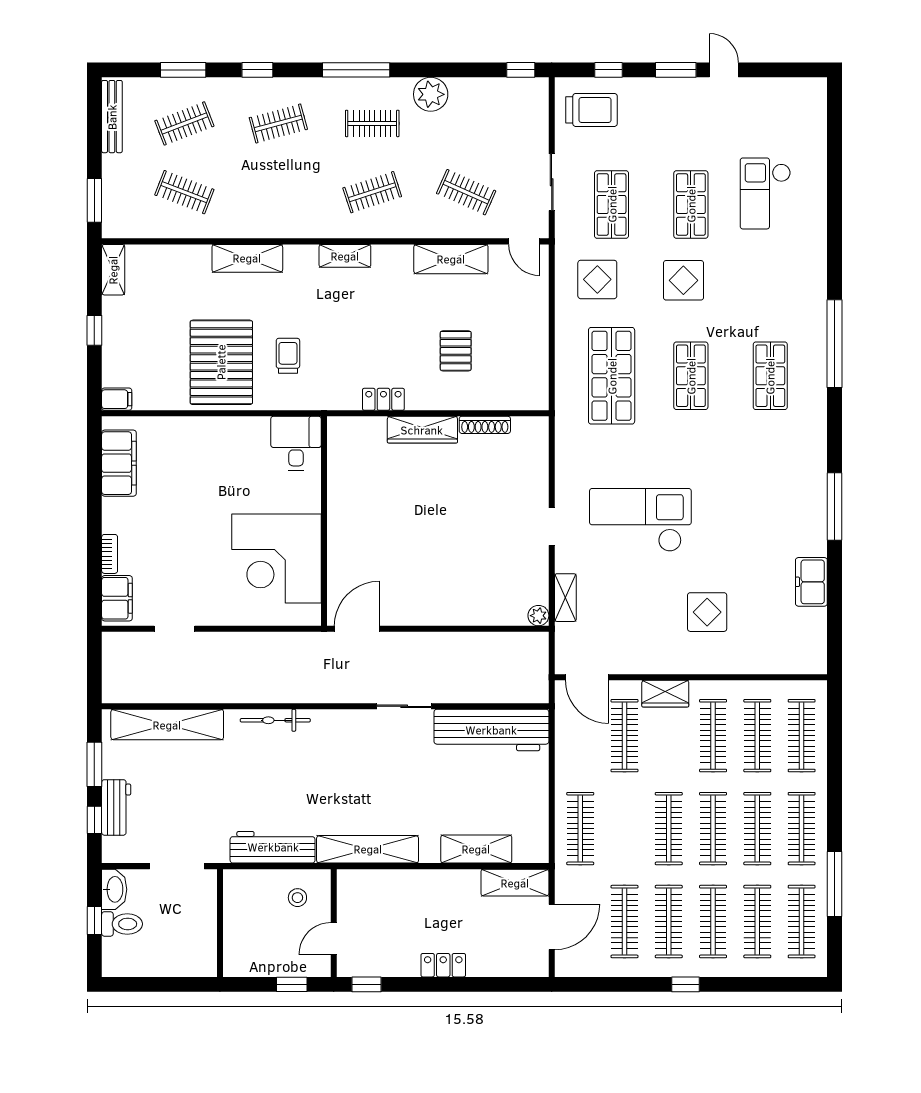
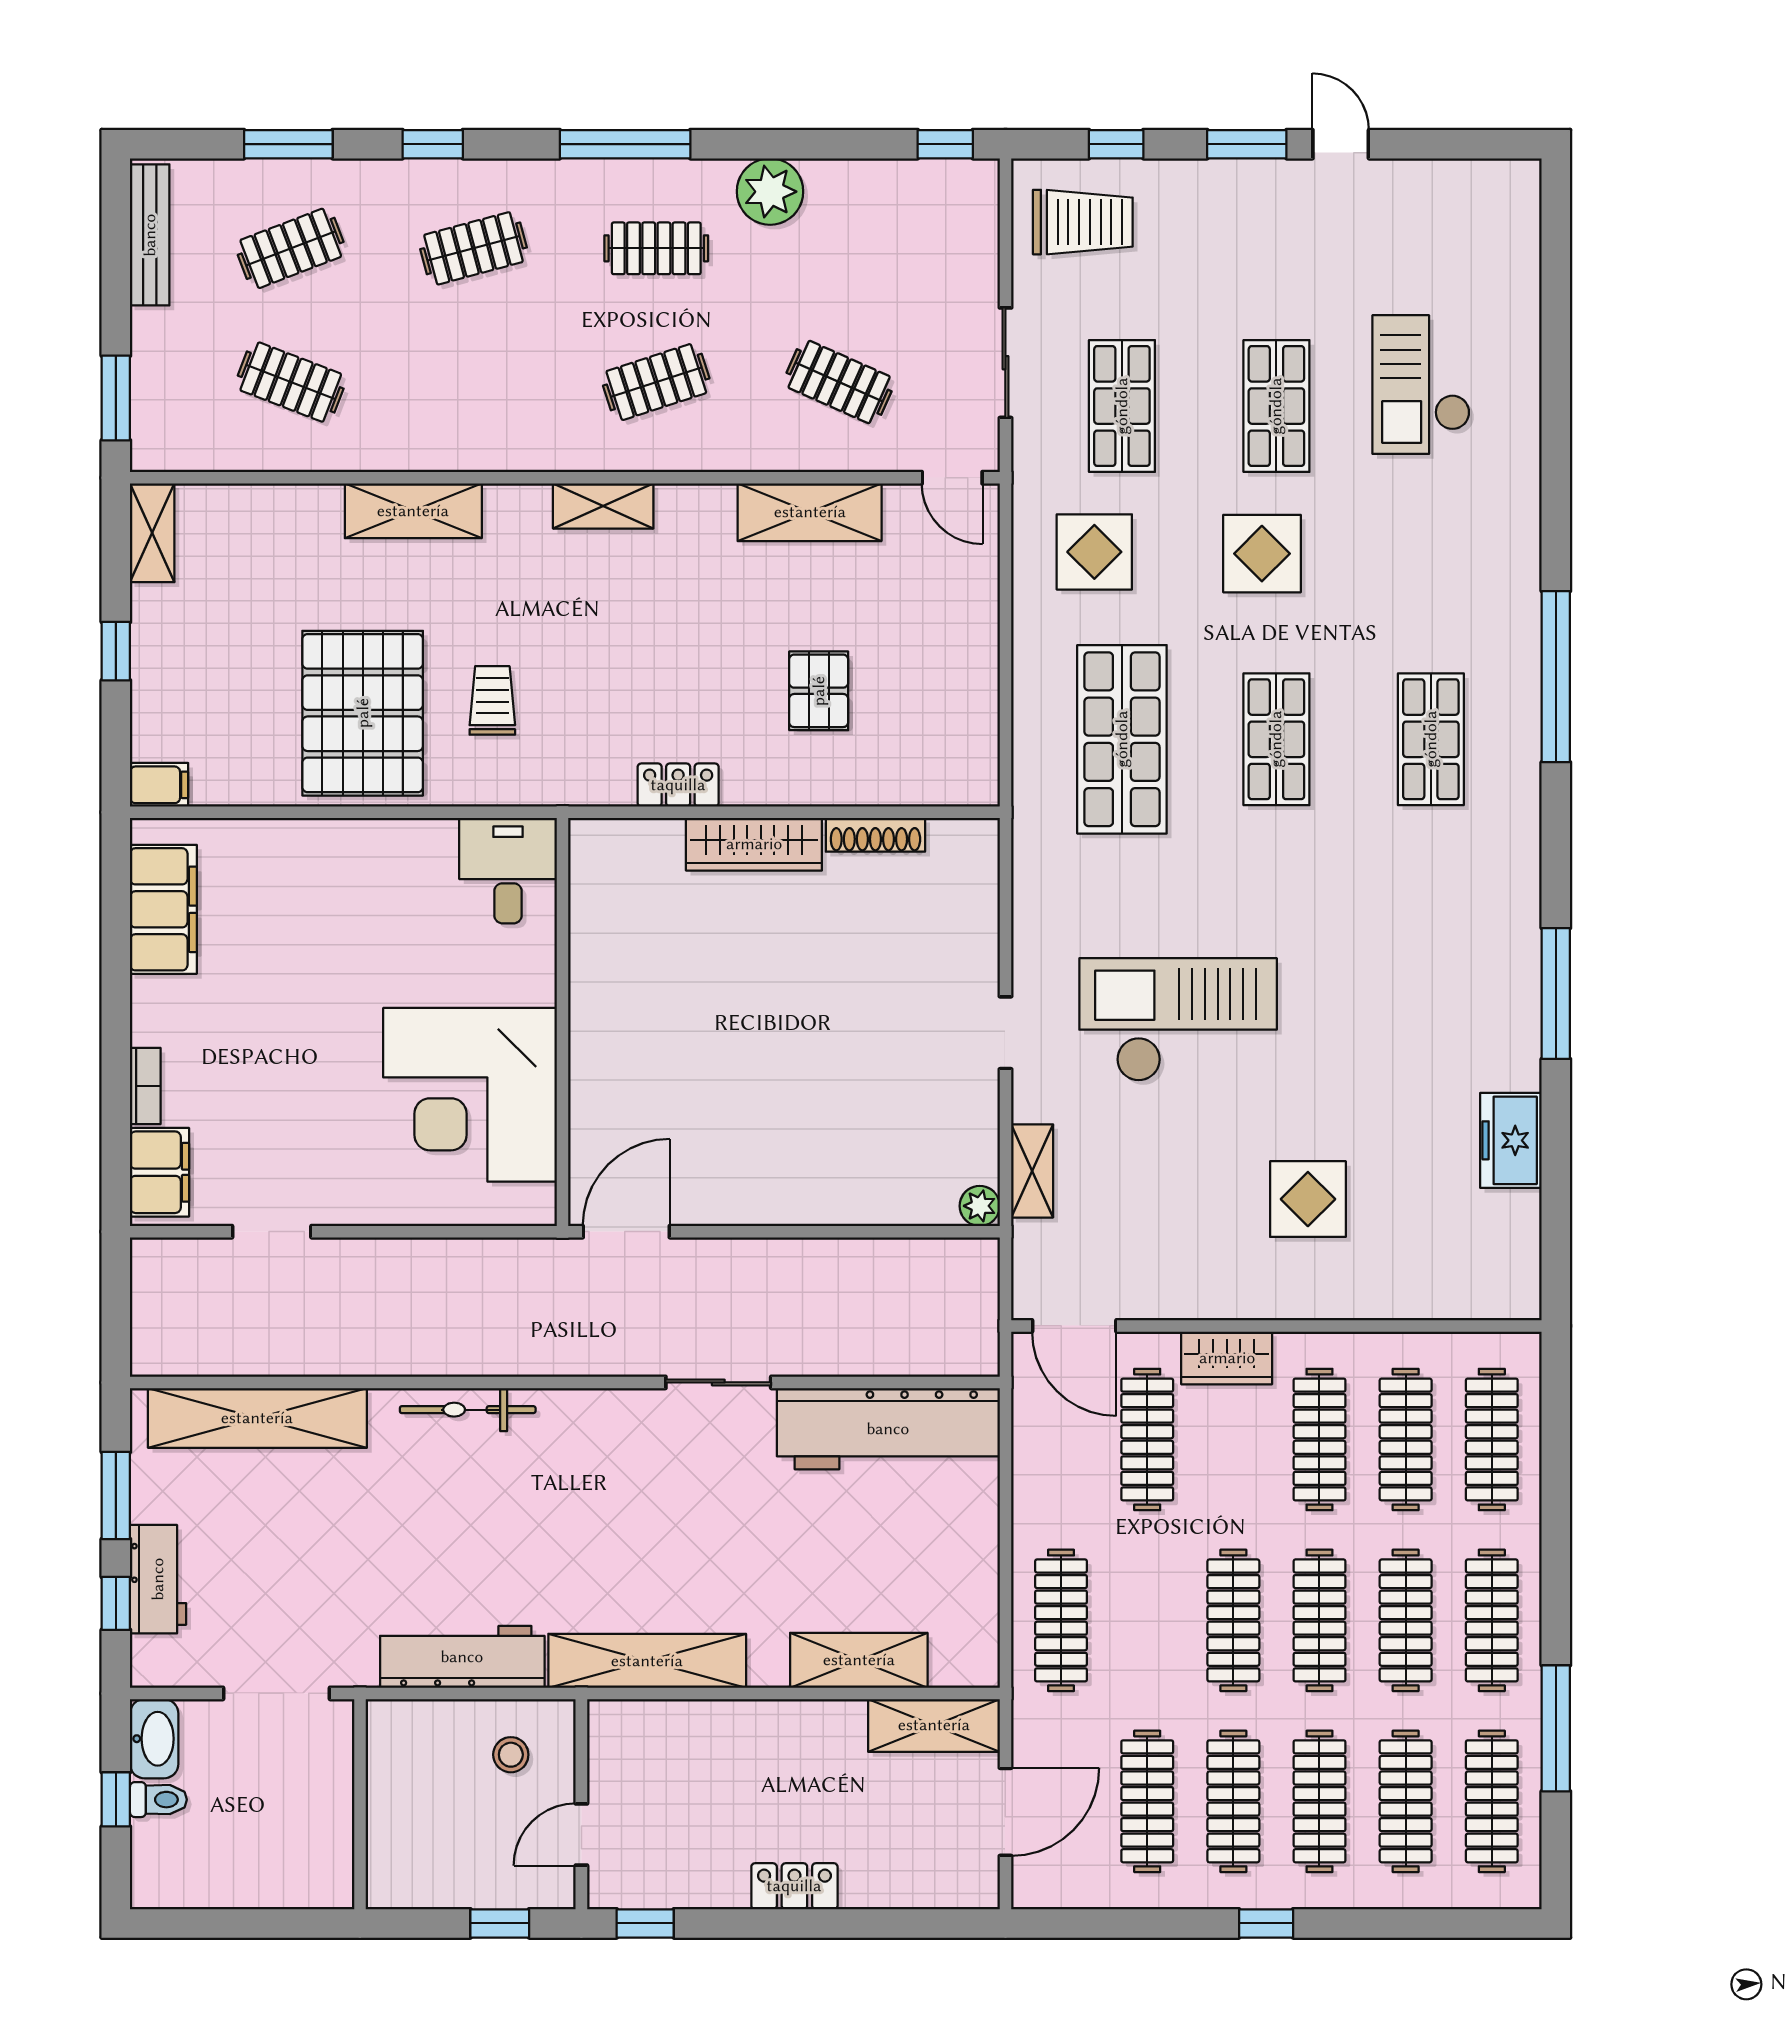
toilet: (122, 924) -> (158, 1800), width x0.73, depth x0.72

